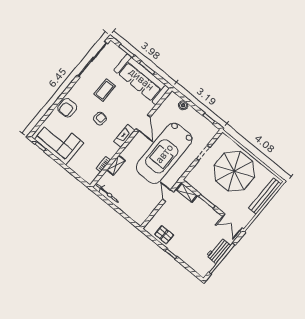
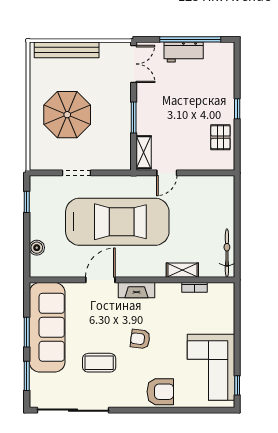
parasol: (234, 171) -> (67, 115), width x0.73, depth x0.73

